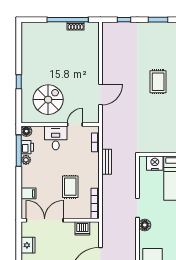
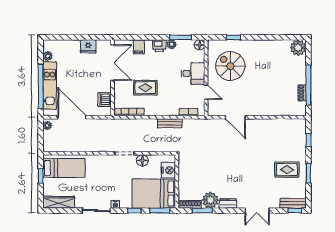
plant: (29, 30) -> (298, 48), added
window: (19, 82) -> (233, 37), moved
rug: (158, 82) -> (287, 170), moved
spiral stairs: (48, 100) -> (230, 66), turned 180
printer: (27, 147) -> (159, 46), moved
window: (19, 151) -> (181, 37), width x0.69
floor lamp: (145, 225) -> (142, 160), moved

